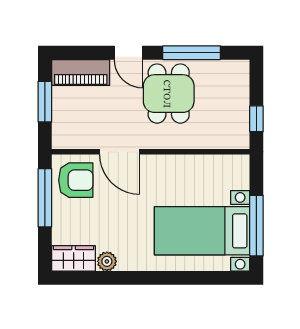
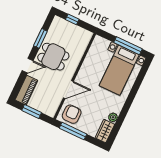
window: (192, 53) -> (40, 38), width x0.69
window: (256, 119) -> (72, 19), moved

